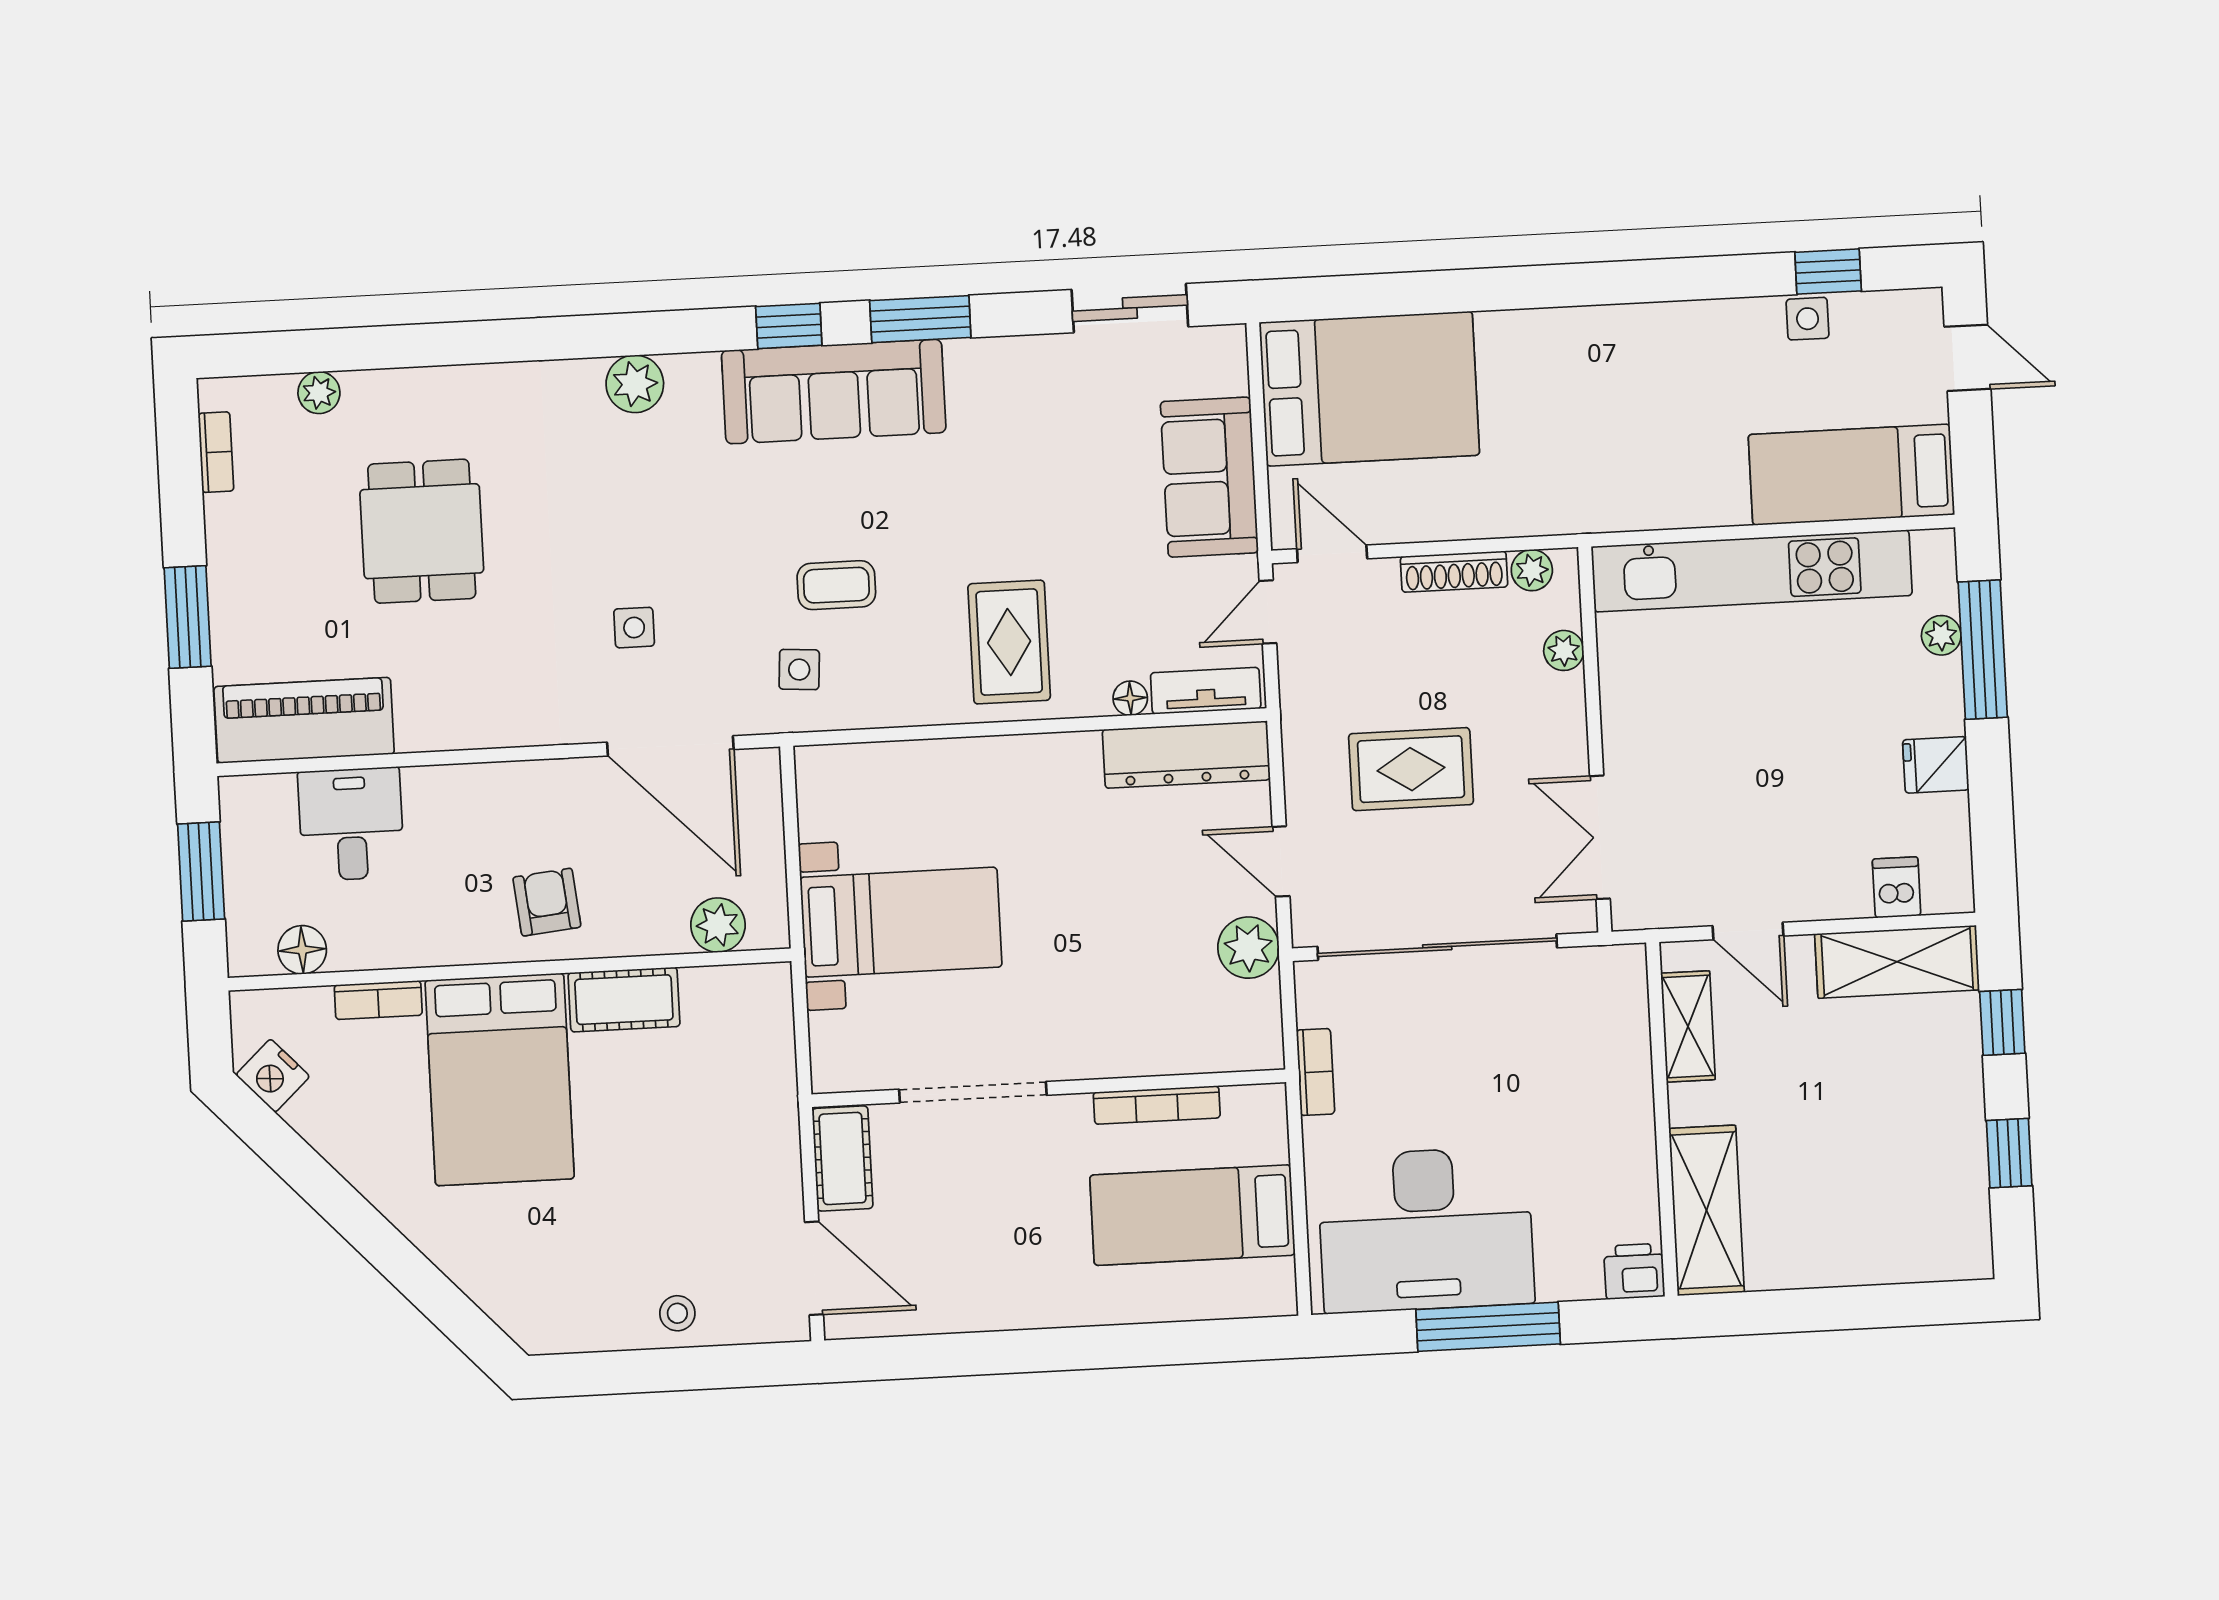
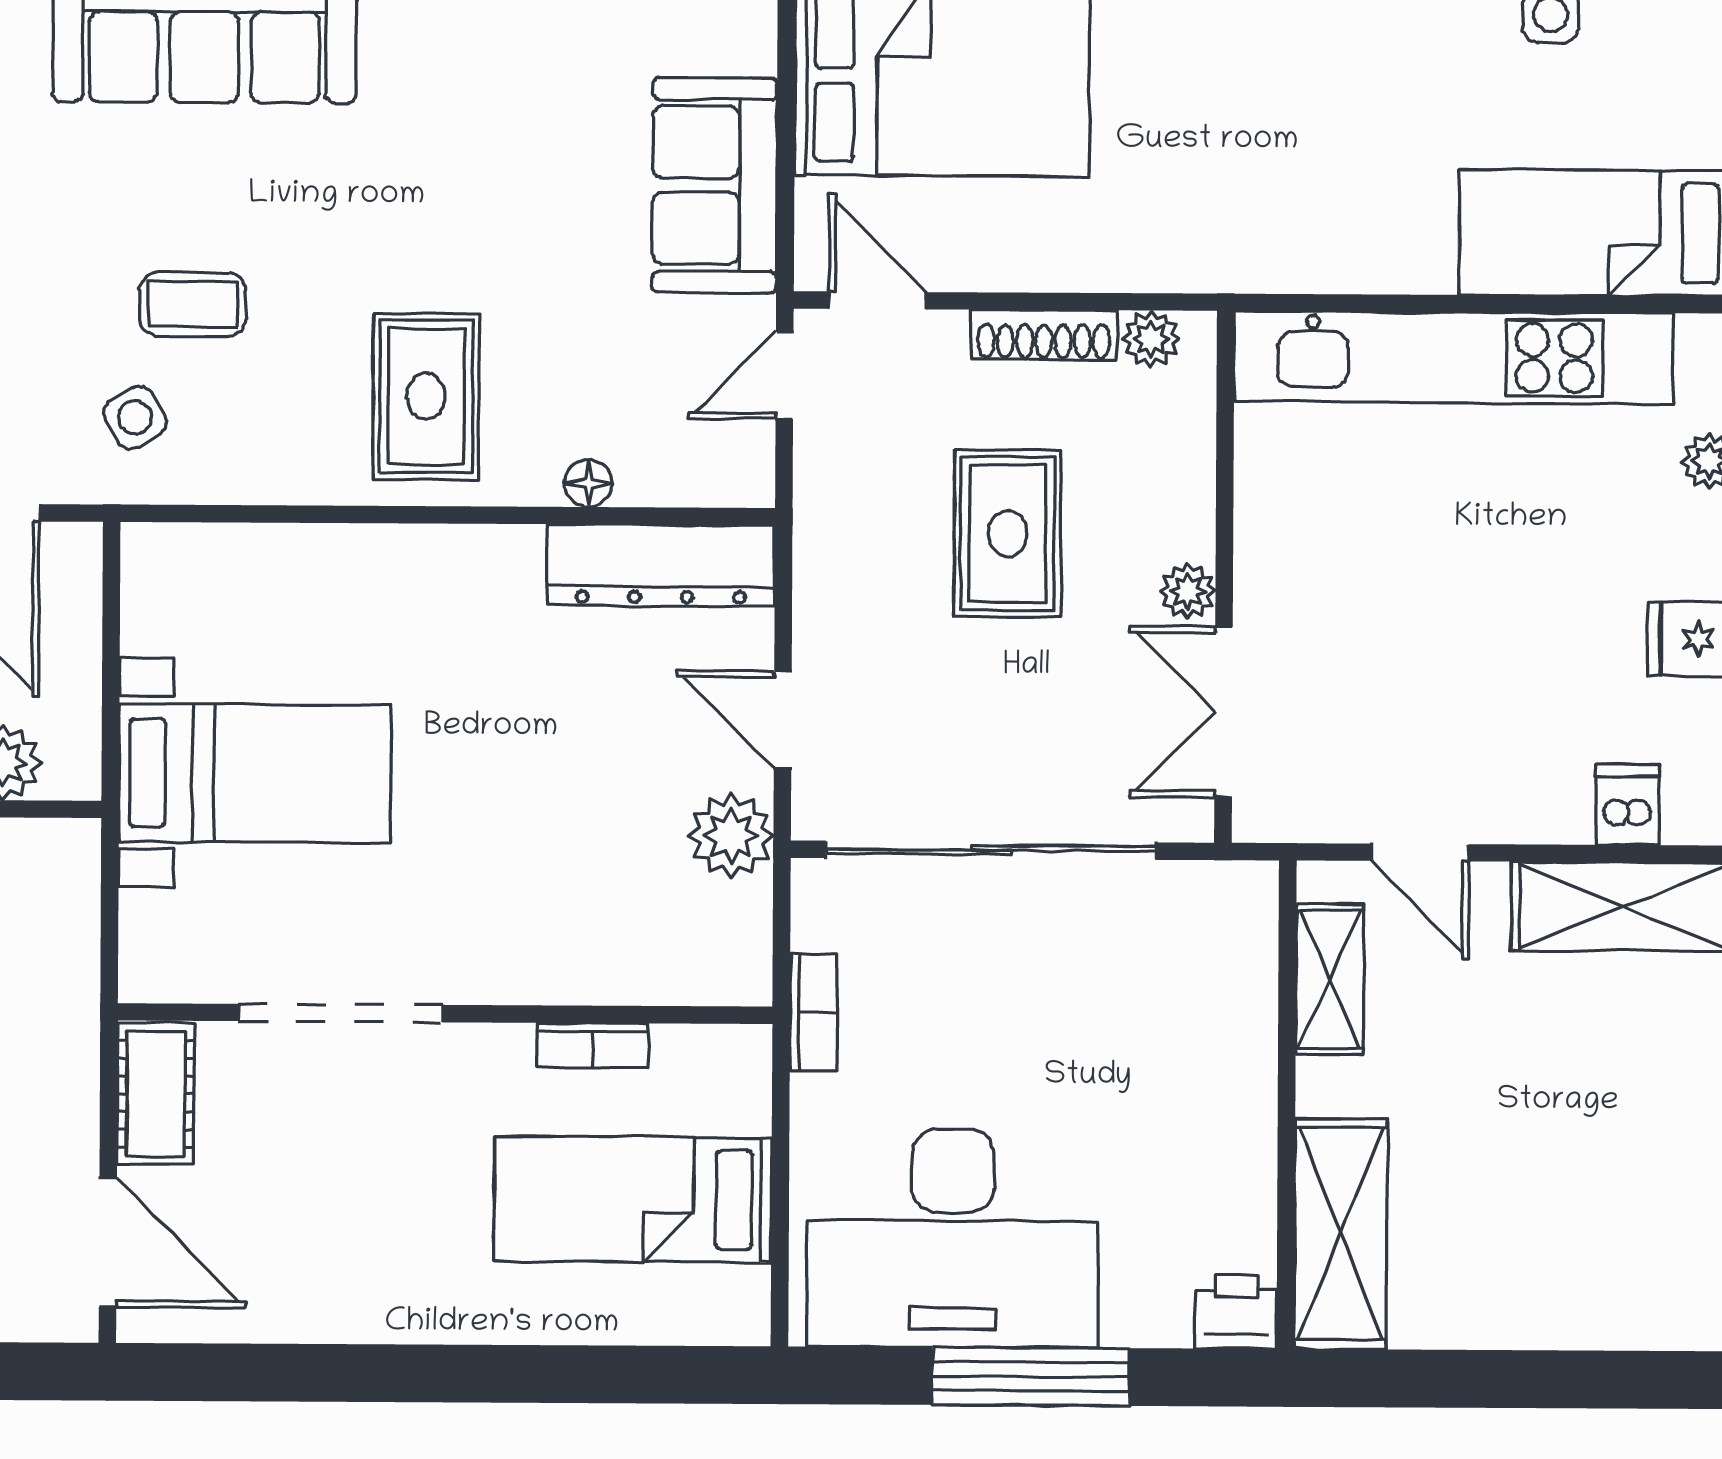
plant: (1564, 650) -> (1188, 591), moved
side table: (799, 670) -> (135, 418), turned -33
tv unit: (1206, 691) -> (693, 479), removed
rug: (1411, 769) -> (1008, 534), moved, turned 90
bookcase: (1157, 1105) -> (592, 1045), width x0.64

